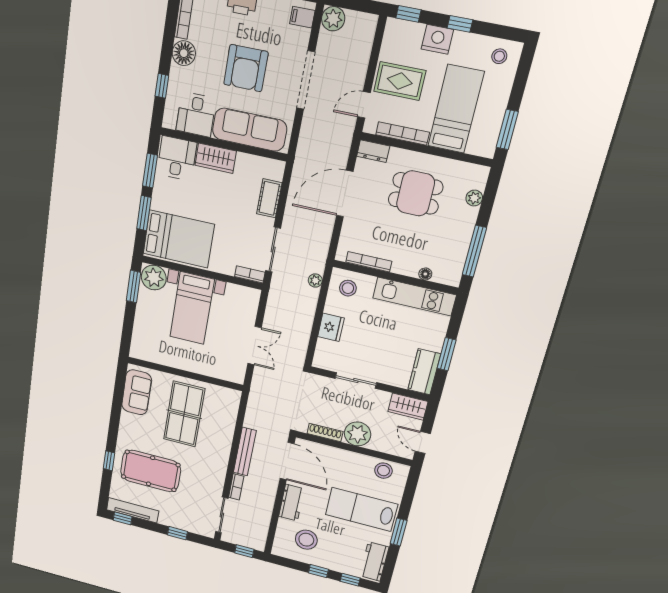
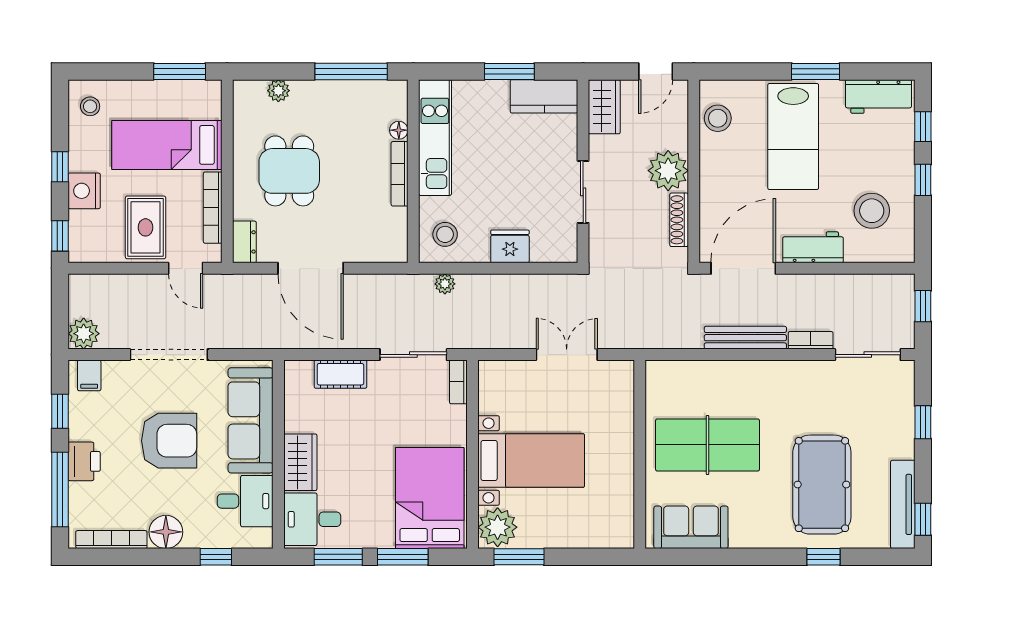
bookcase: (369, 262) -> (400, 174), moved

